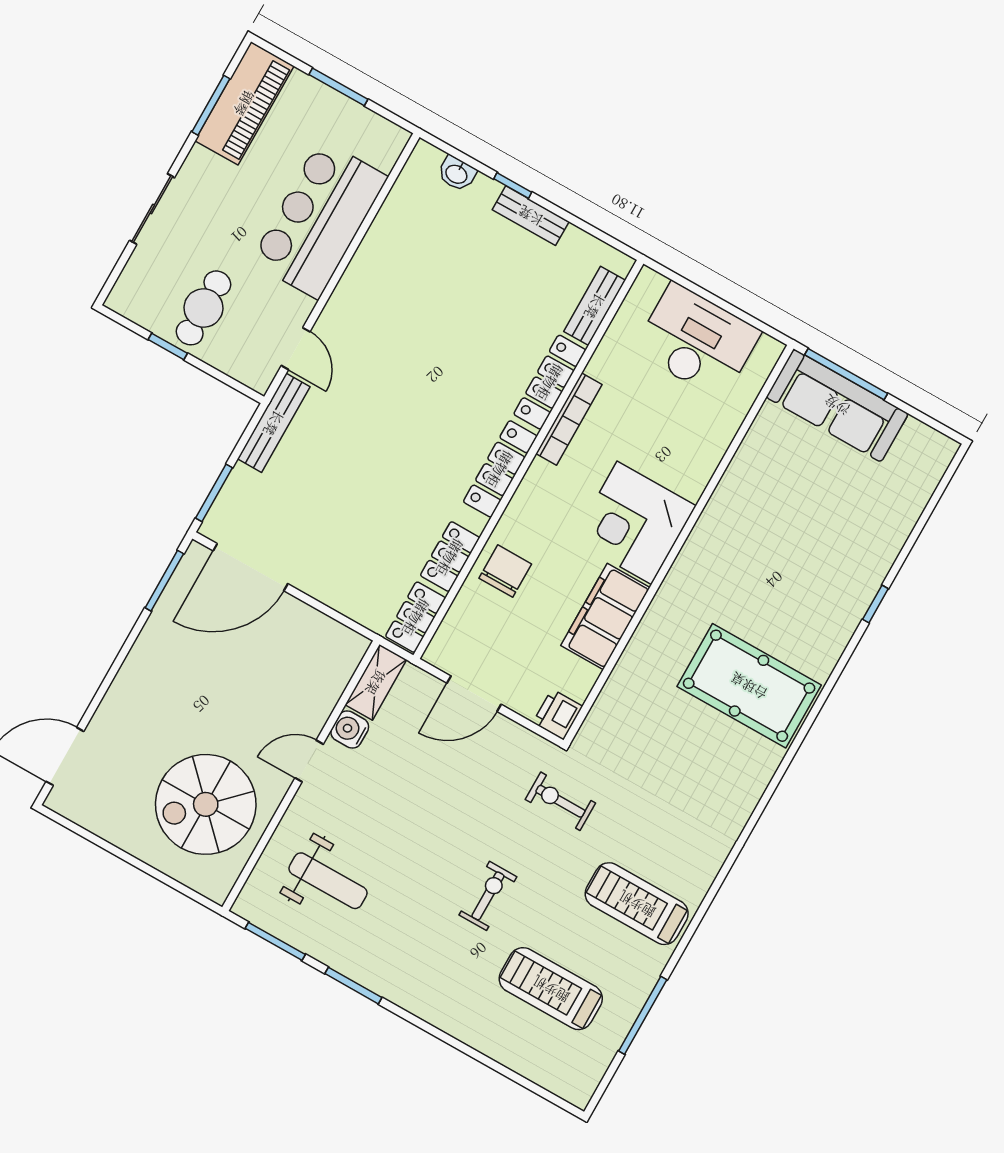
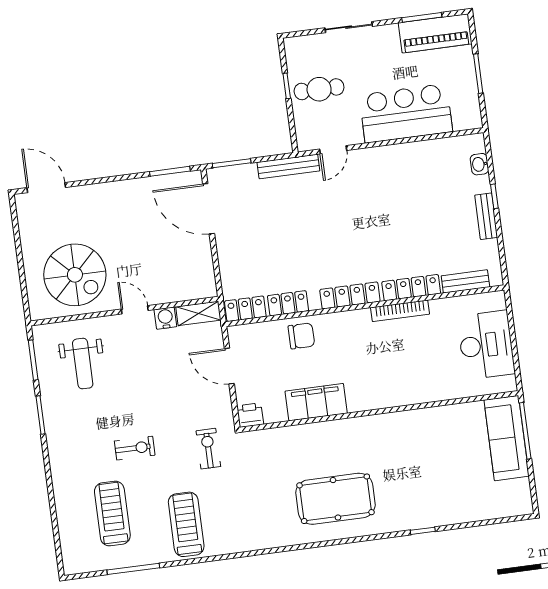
corner desk: (634, 523) -> (373, 382), removed
pool table: (749, 686) -> (335, 499), turned 90
spiral stairs: (206, 804) -> (75, 275), turned 180

